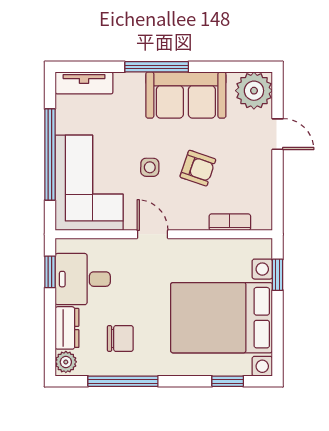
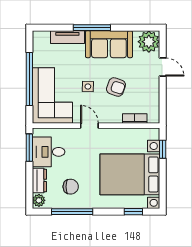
tv unit: (84, 83) -> (67, 37), moved
window: (50, 272) -> (29, 148), width x1.50

